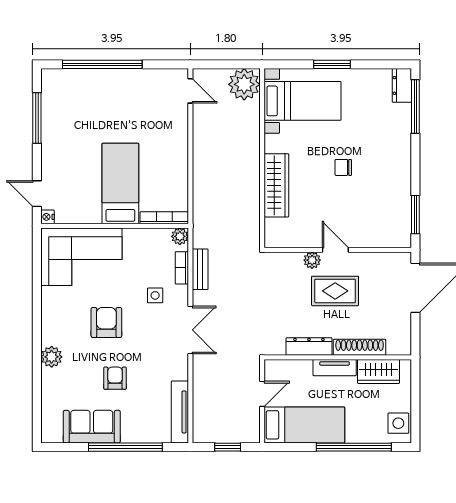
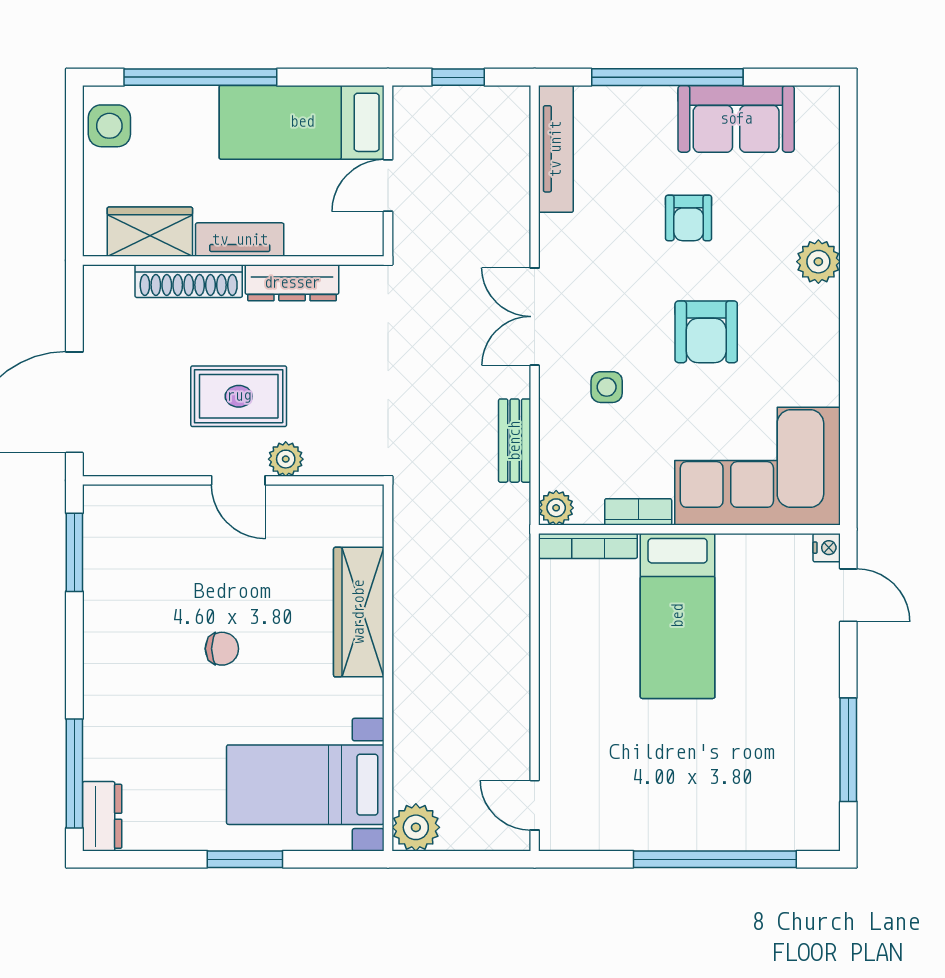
plant: (244, 84) -> (416, 827), width x0.73, depth x0.73
bookcase: (182, 268) -> (638, 512), moved, turned -90

